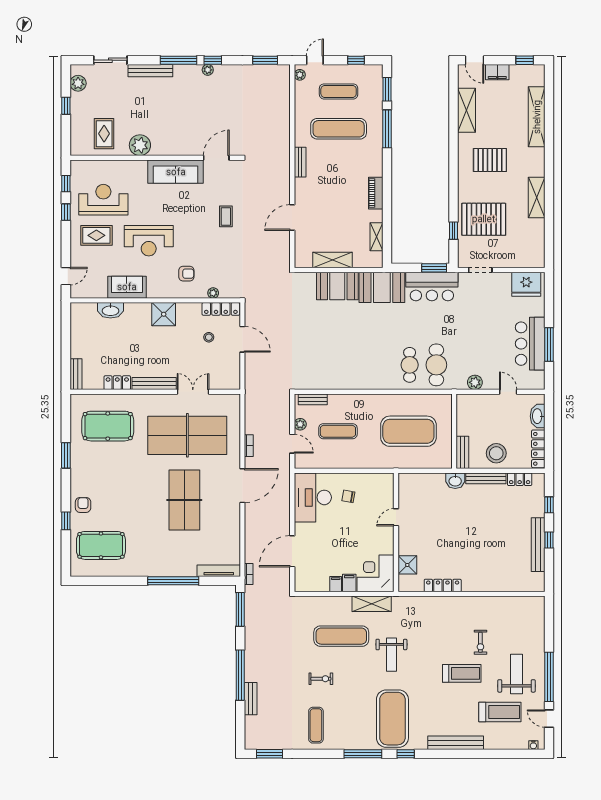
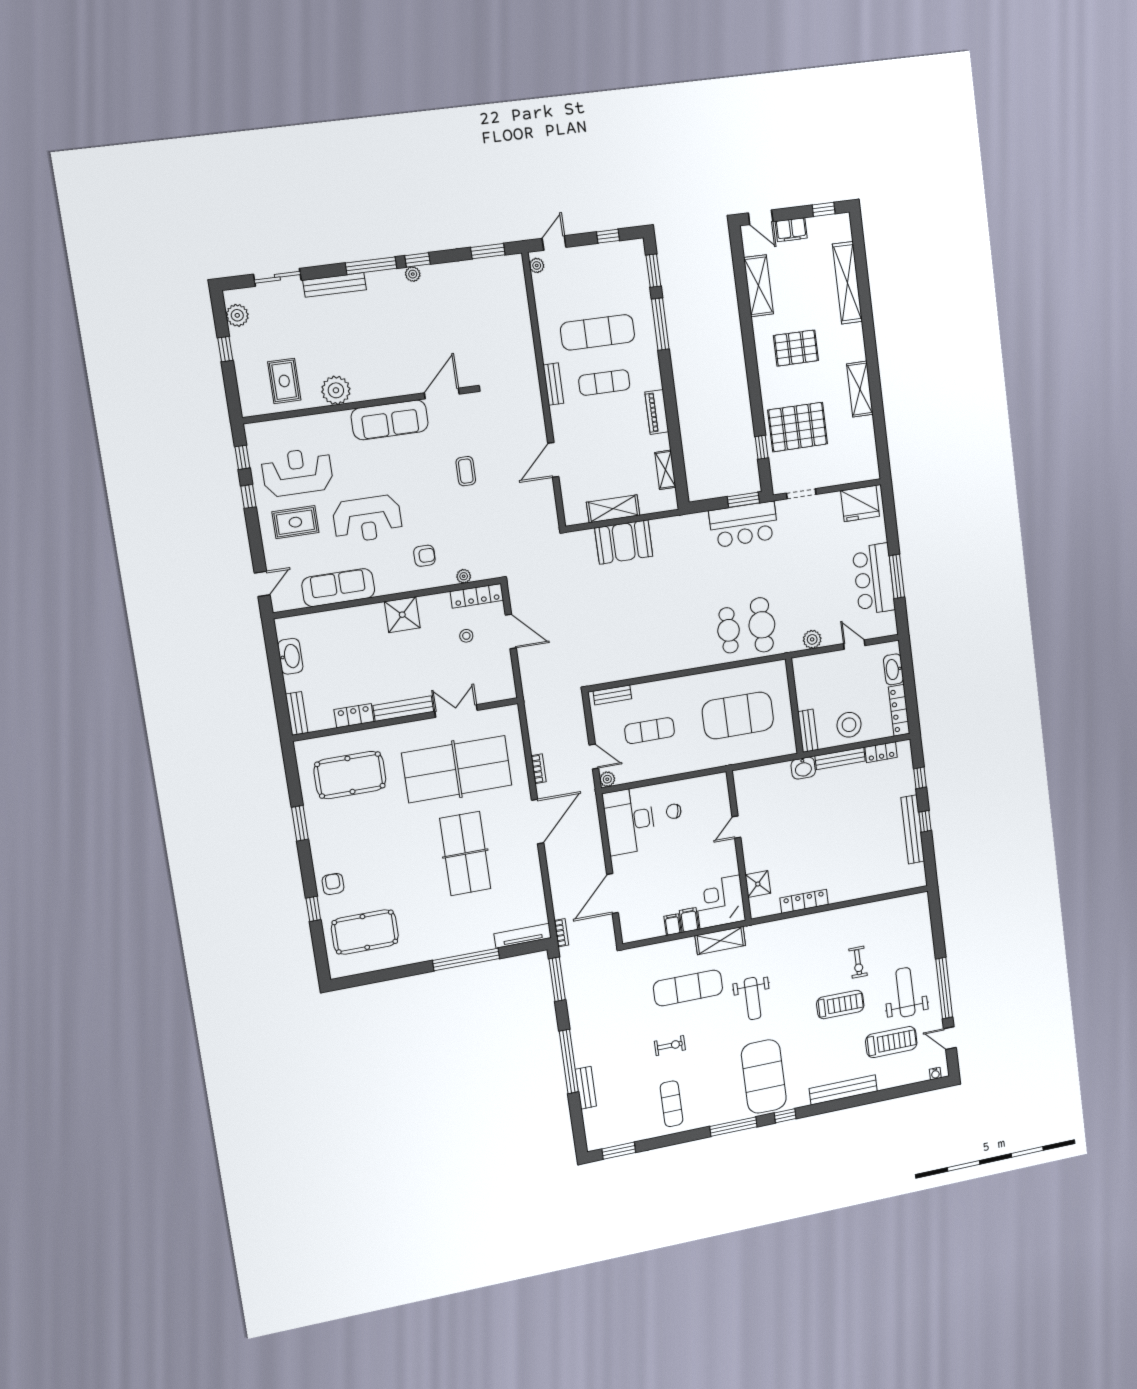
exercise mat: (339, 91) -> (604, 383), moved
sofa: (127, 287) -> (338, 588), width x1.36
booth: (382, 287) -> (681, 535), removed
washbasin: (110, 310) -> (290, 656), moved, turned -90
plant: (300, 424) -> (607, 779), moved

